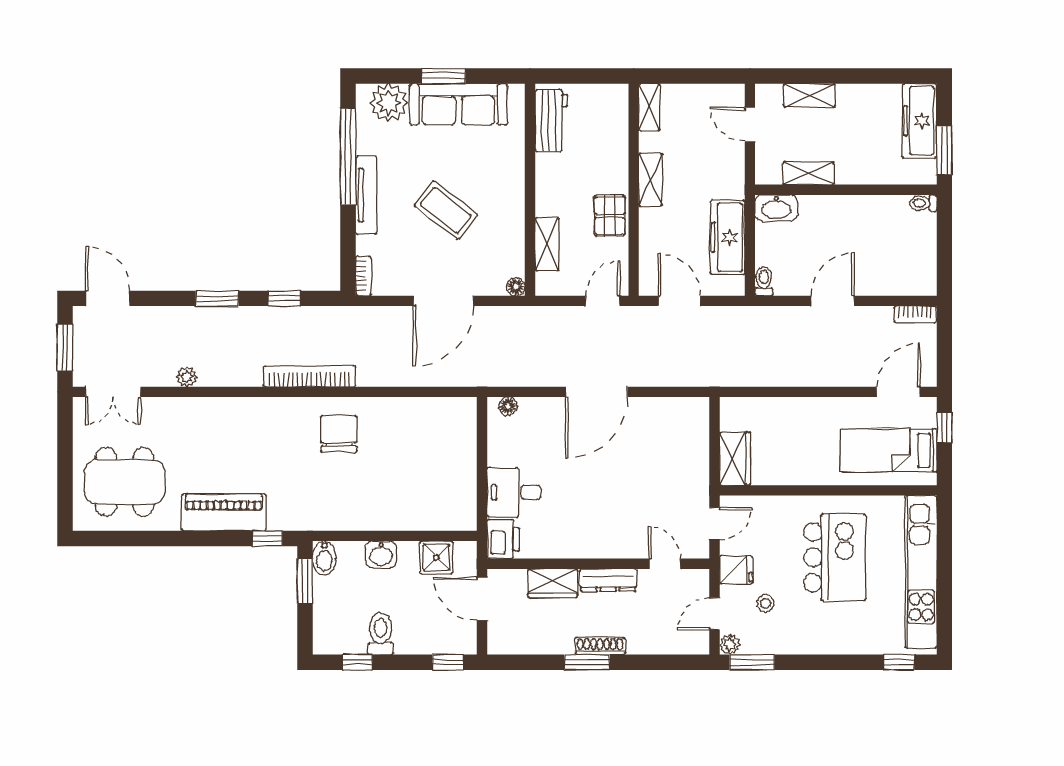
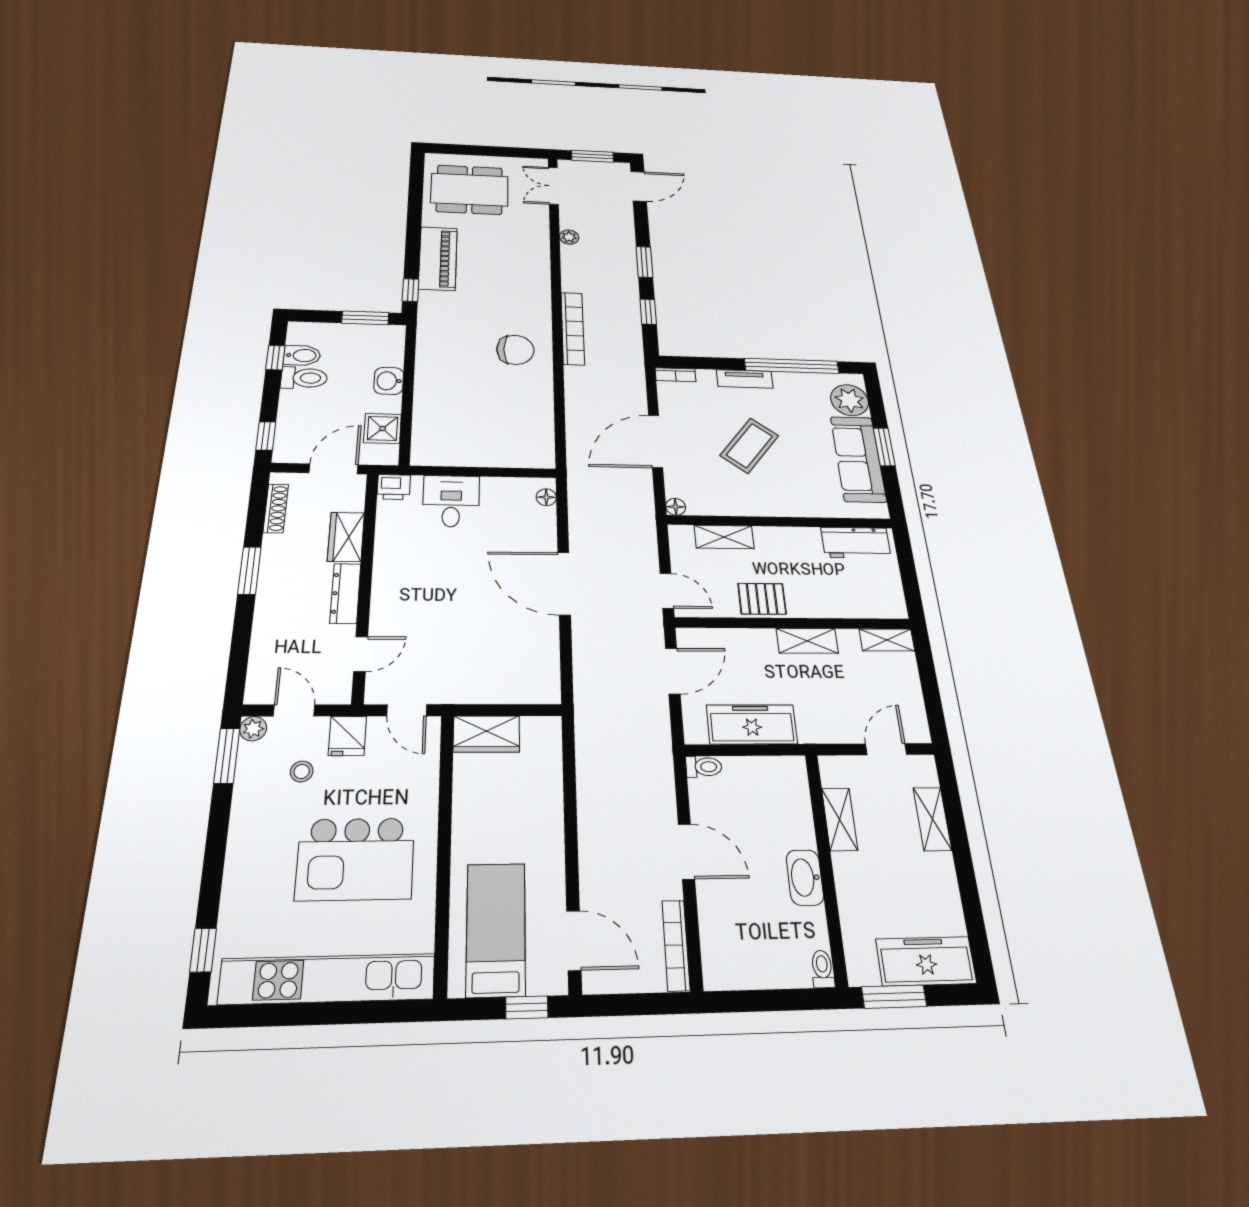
tv unit: (366, 195) -> (745, 379), width x0.71
washbasin: (776, 208) -> (805, 877), moved
door: (444, 301) -> (656, 441), hinge flipped
bookcase: (915, 314) -> (676, 945), width x1.56
dining table: (125, 482) -> (469, 190), turned 90
printer: (503, 539) -> (394, 487), width x0.73, depth x0.81
bidet: (324, 558) -> (302, 355), moved, turned 180
shoe rack: (600, 646) -> (276, 508), moved

